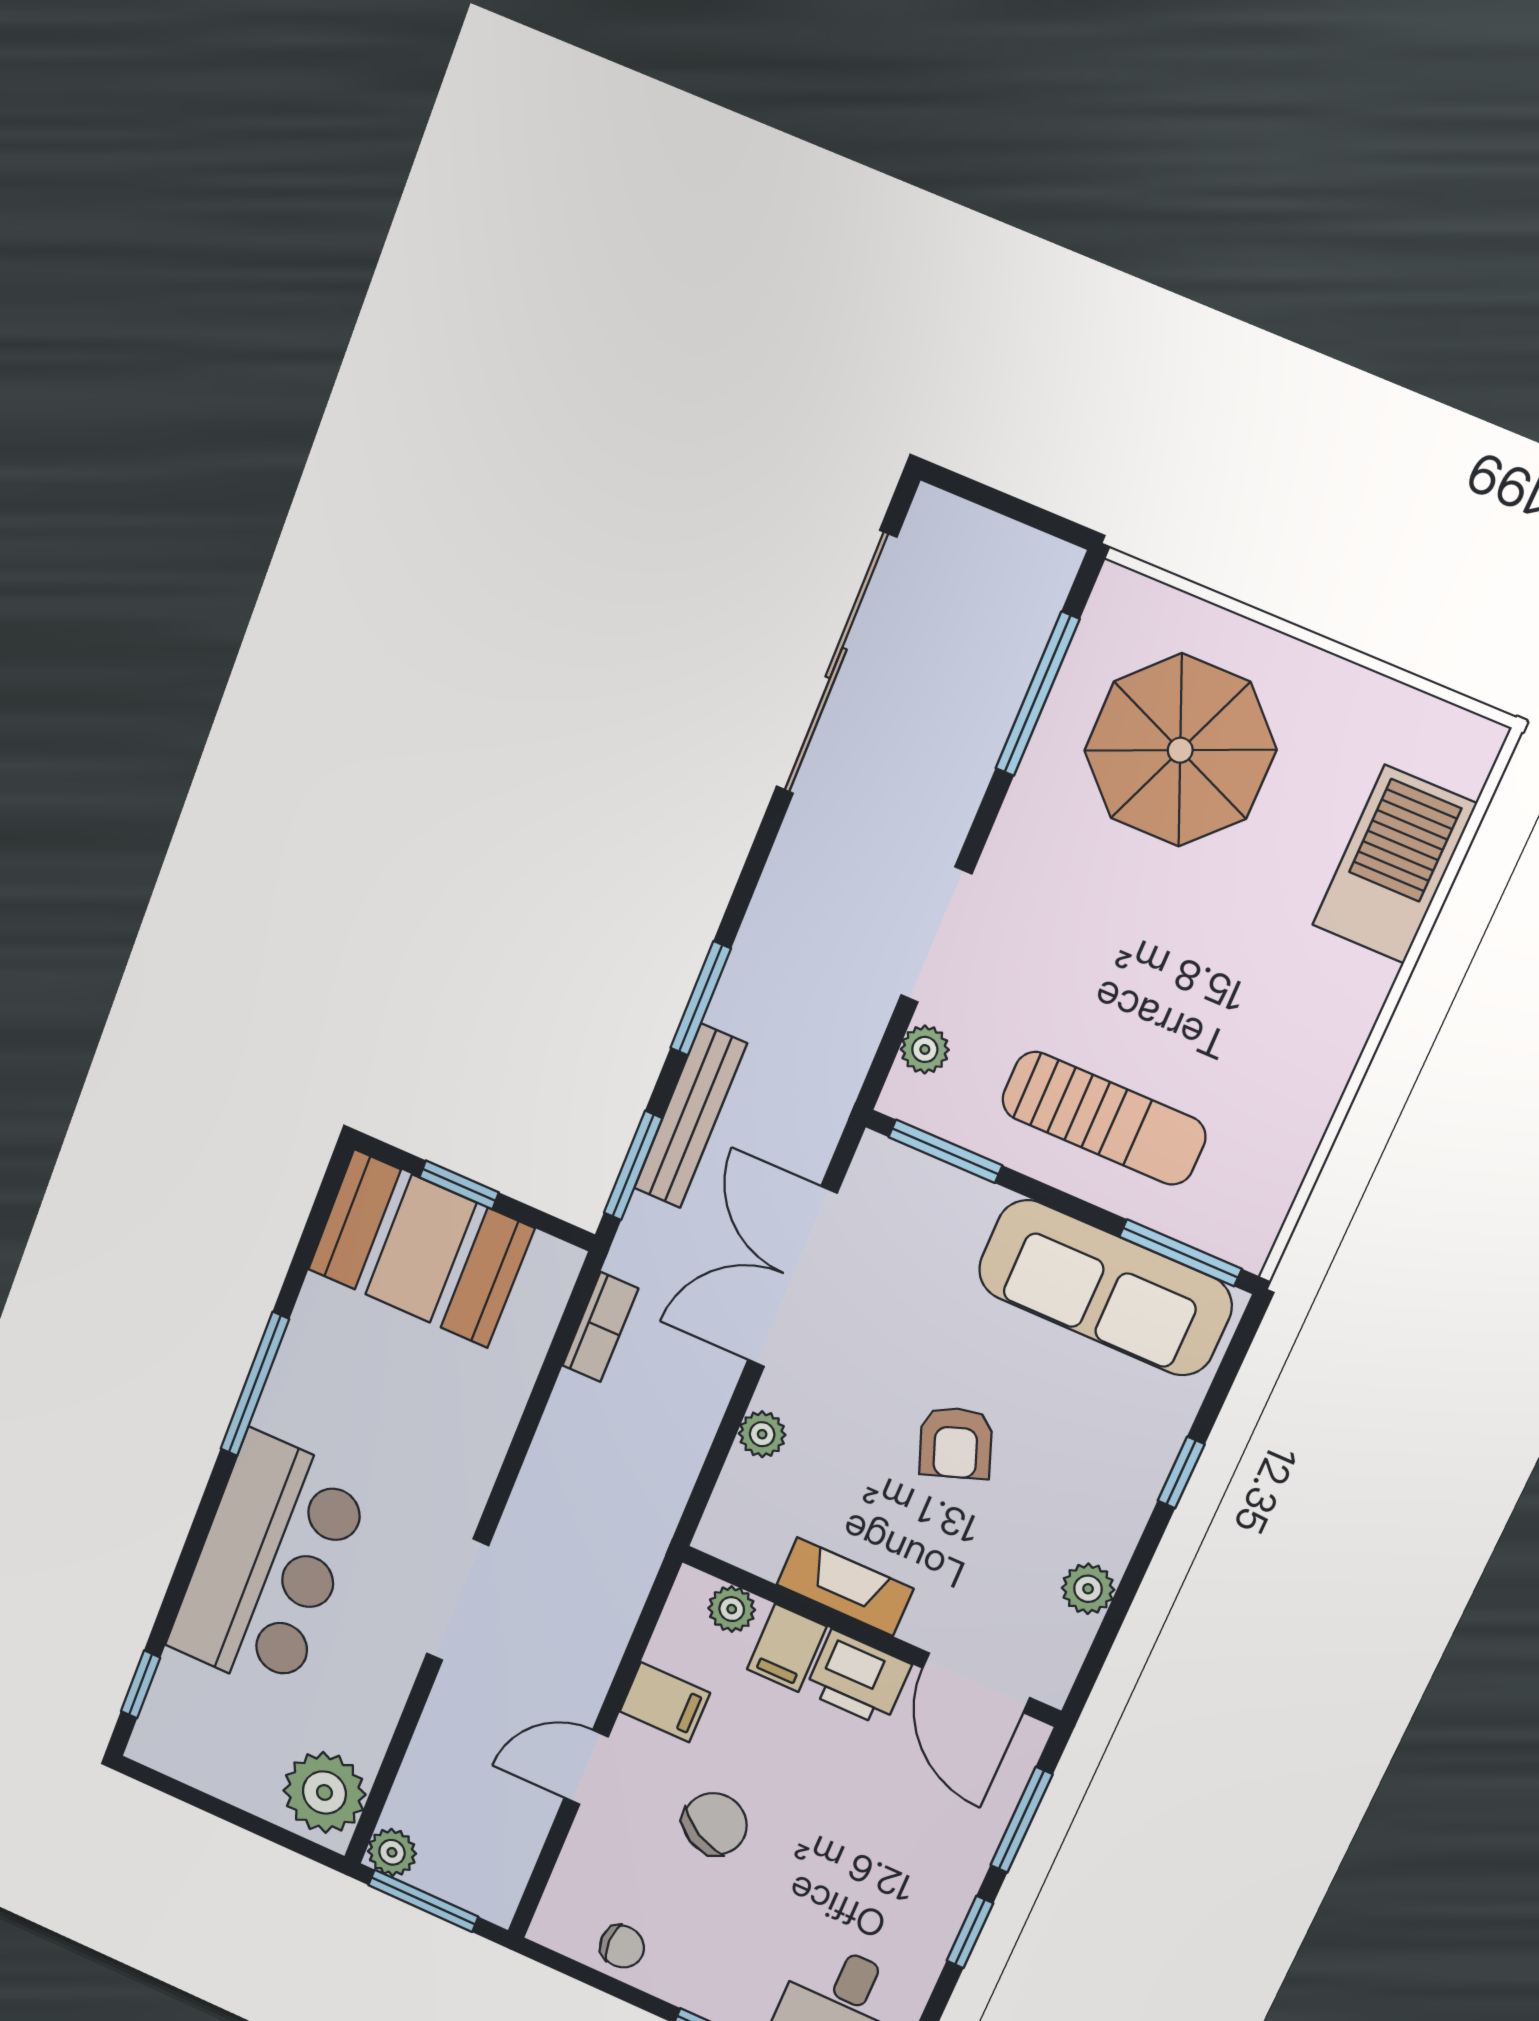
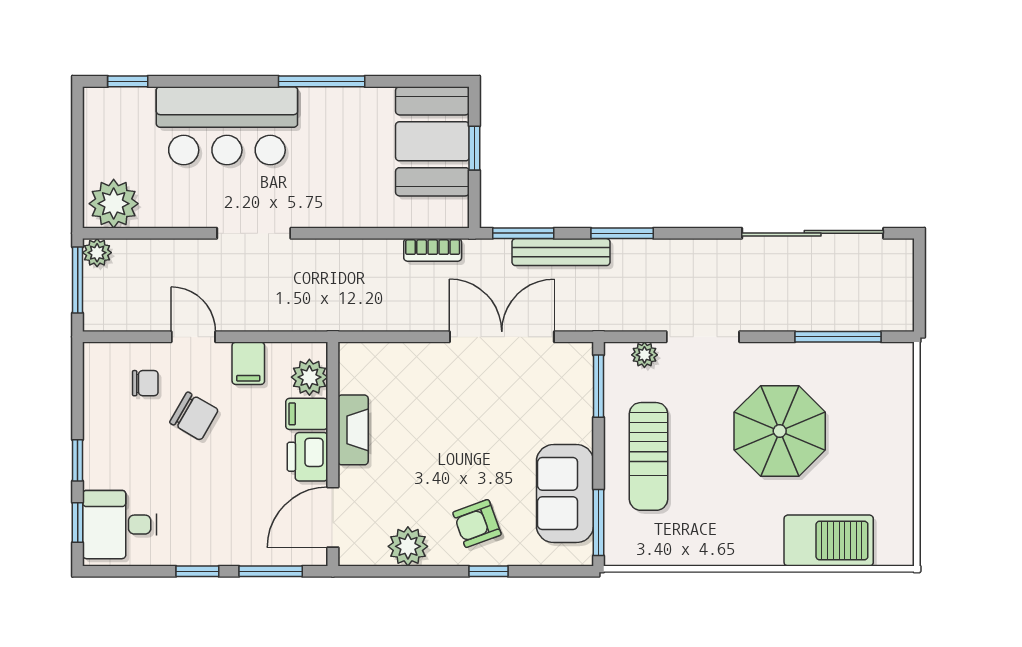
parasol: (1180, 750) -> (780, 431), moved
sofa: (1105, 1288) -> (565, 494), width x0.73
plant: (762, 1434) -> (414, 355), removed
armchair: (956, 1443) -> (477, 524), moved
plant: (1088, 1589) -> (408, 546), width x1.38, depth x1.38
plant: (732, 1609) -> (309, 377), width x1.38, depth x1.38
chair: (622, 1946) -> (145, 383), moved, turned -90

